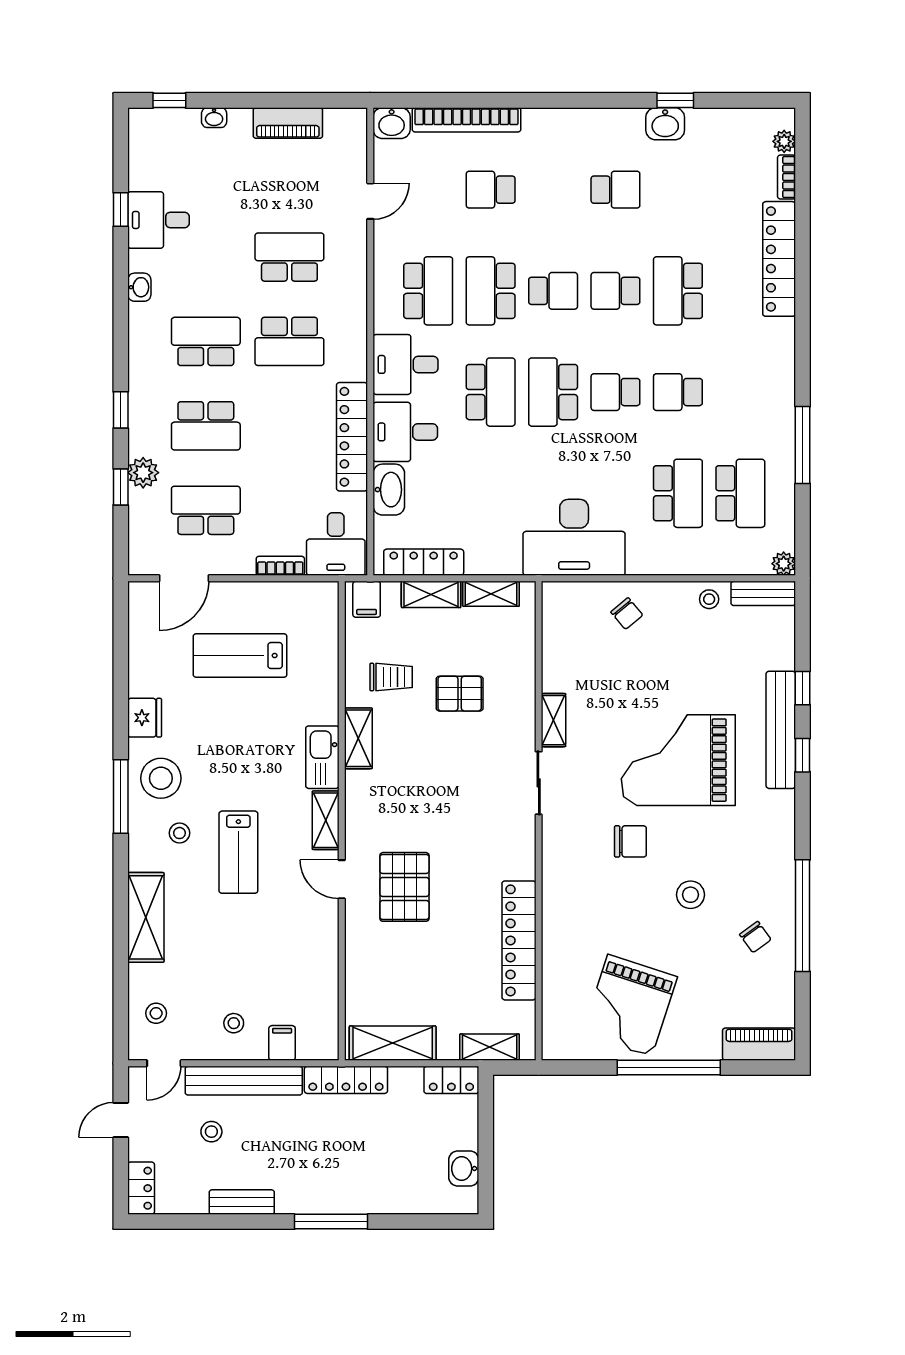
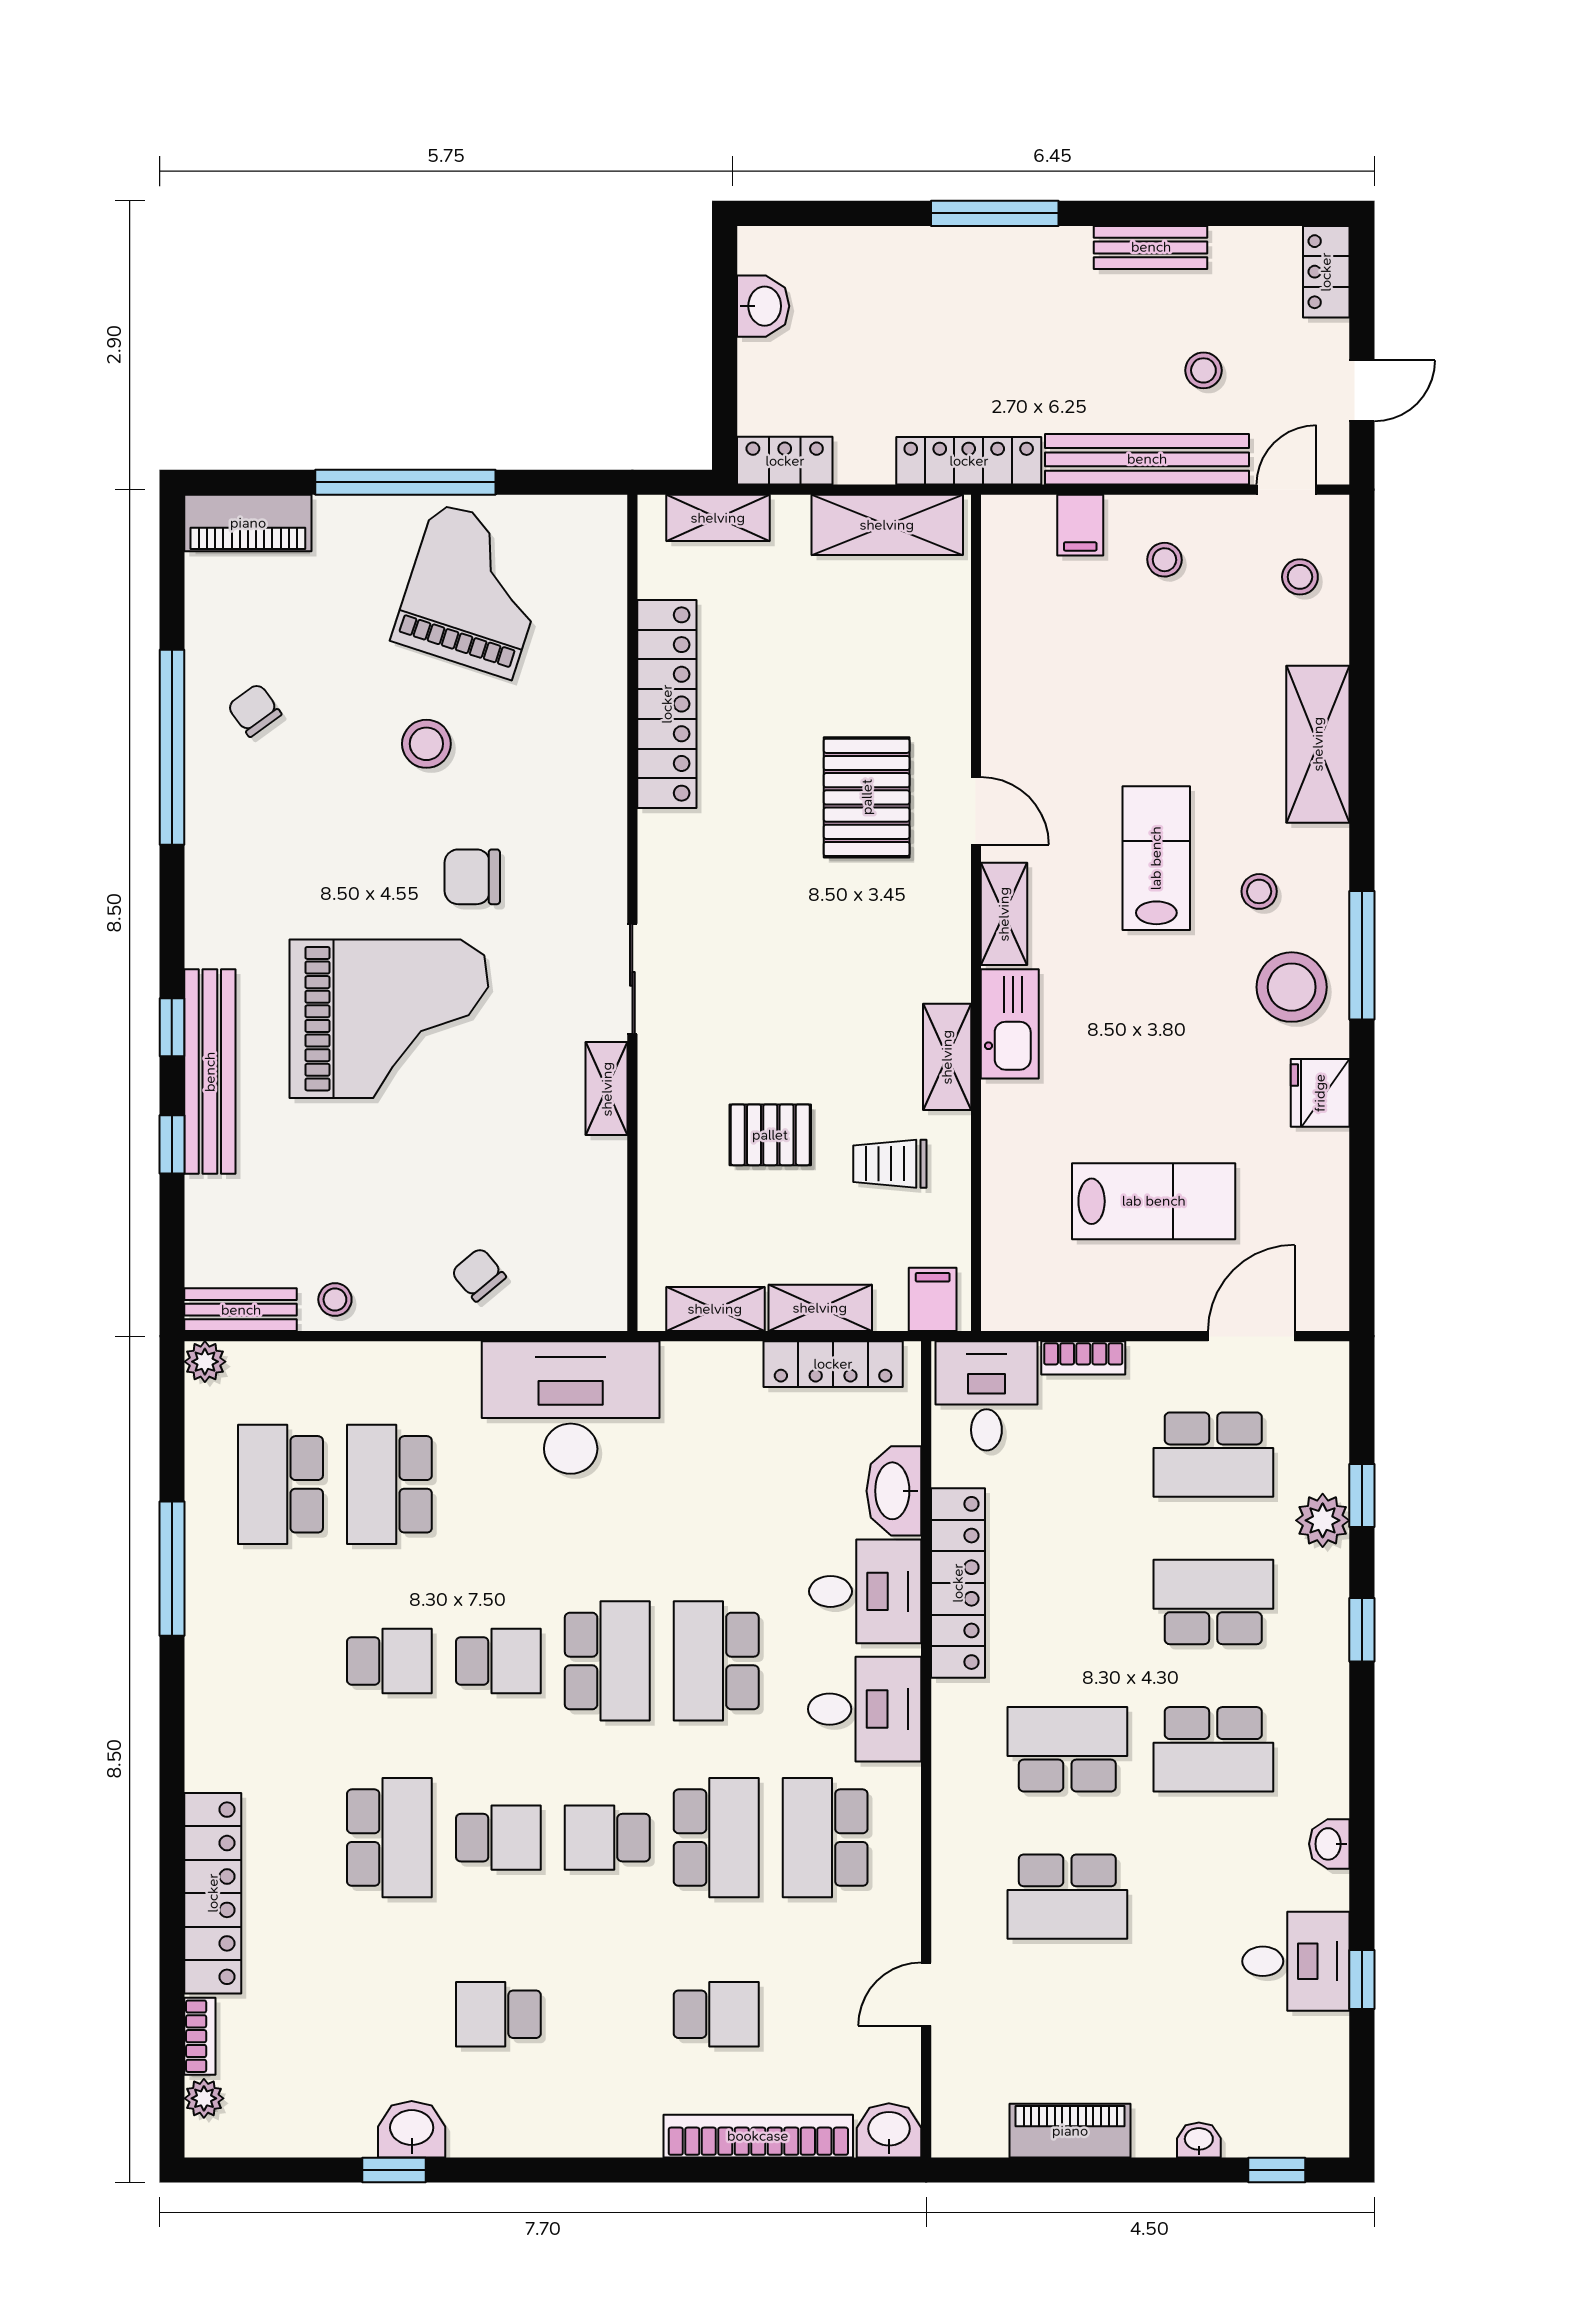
stool: (690, 895) -> (426, 744), moved

